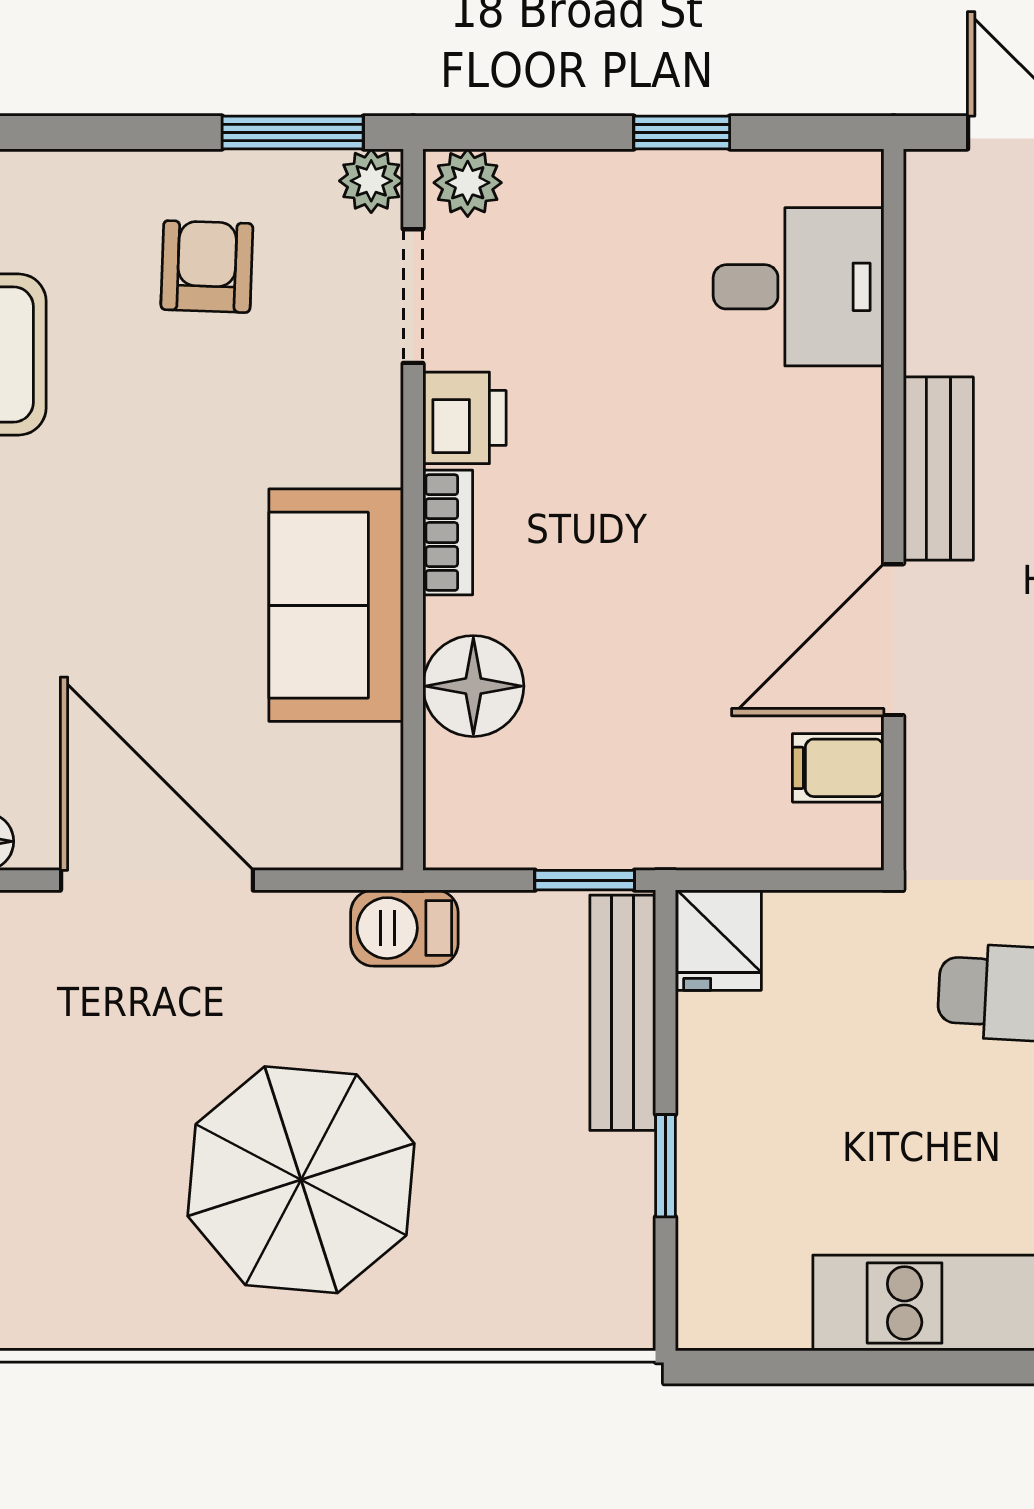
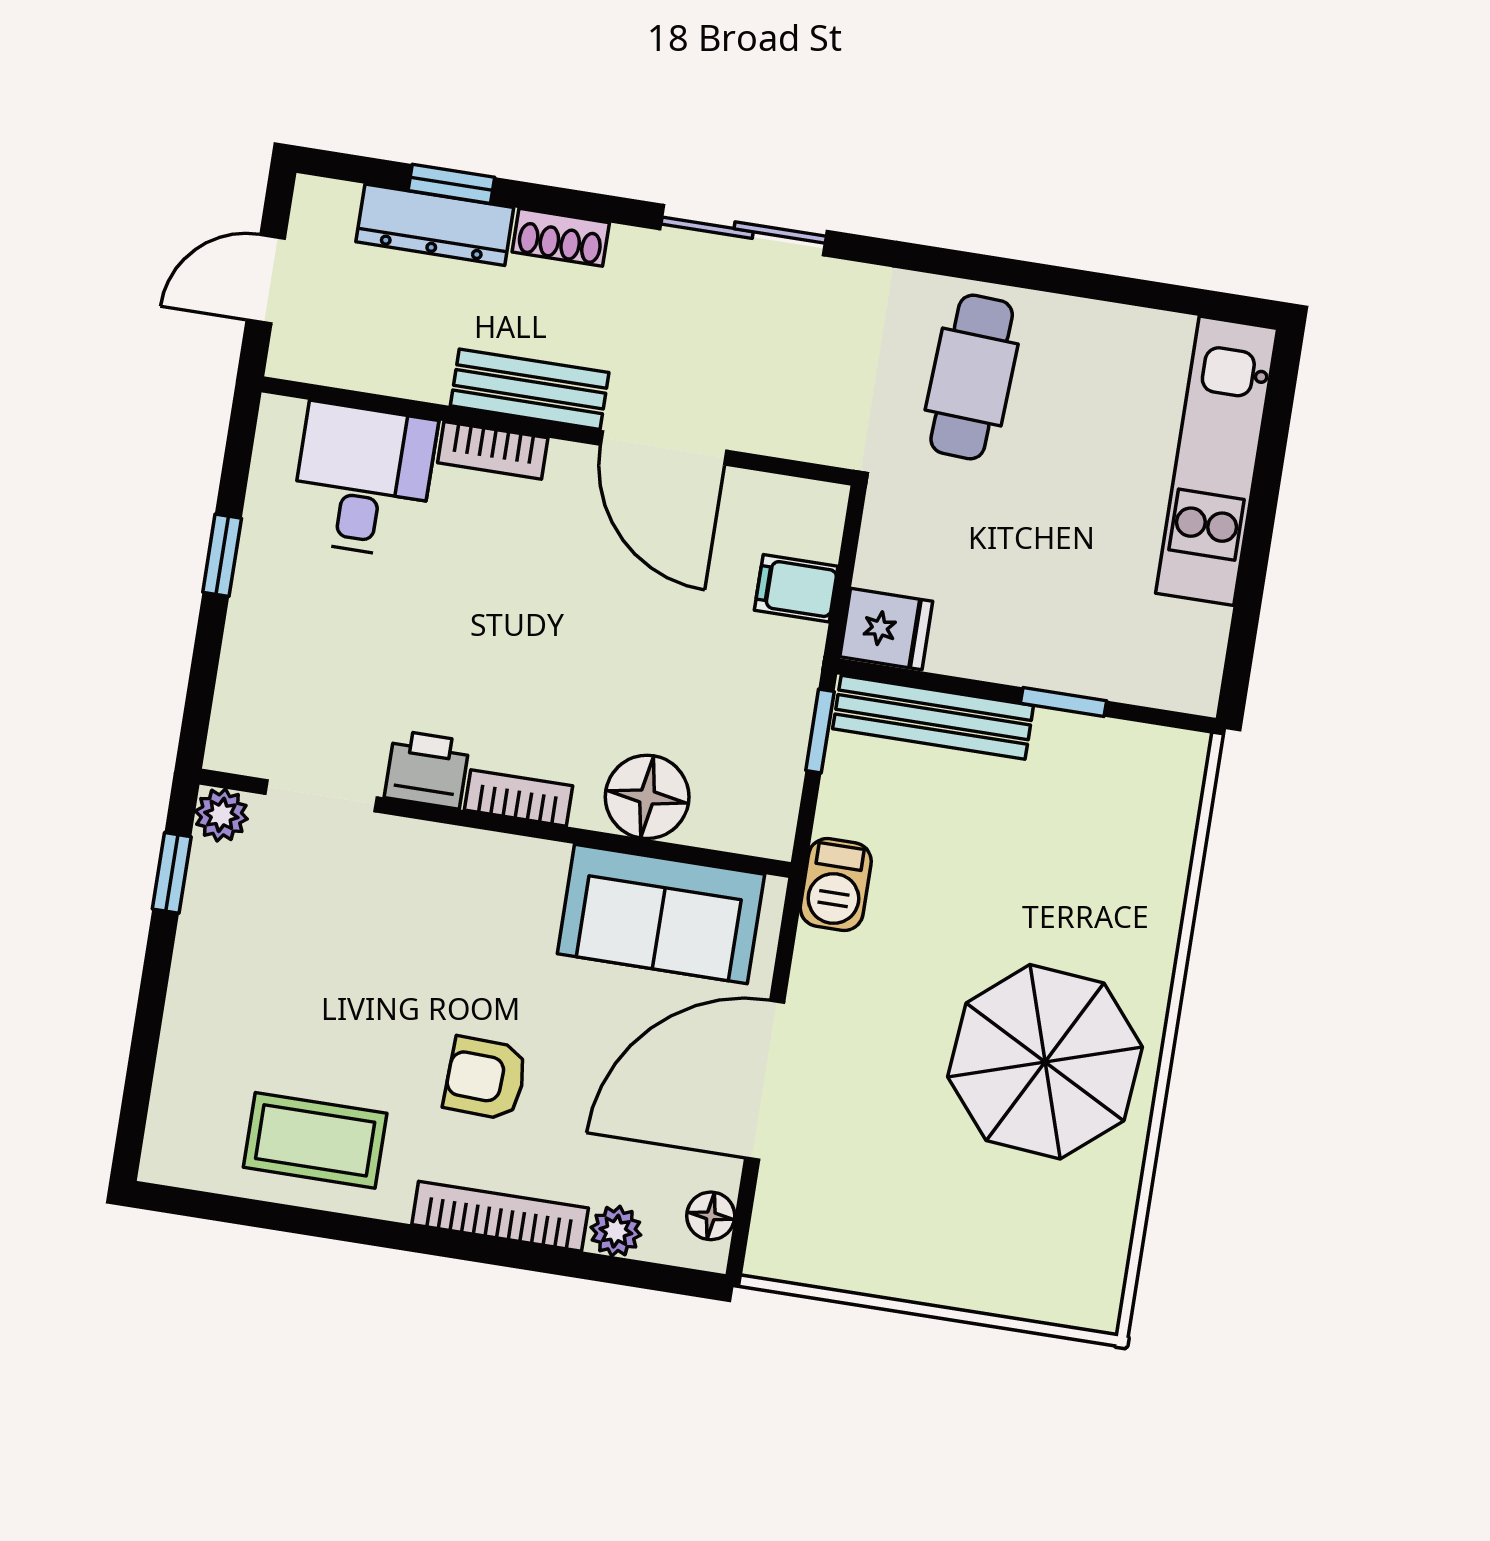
window: (293, 132) -> (172, 873), width x0.67
plant: (468, 183) -> (235, 736), removed
armchair: (207, 267) -> (485, 1078), moved
bookcase: (858, 436) -> (493, 450), added
sofa: (336, 605) -> (661, 914), moved
filing cabinet: (838, 768) -> (796, 588), moved, turned 90
parasol: (301, 1180) -> (1045, 1062), moved

